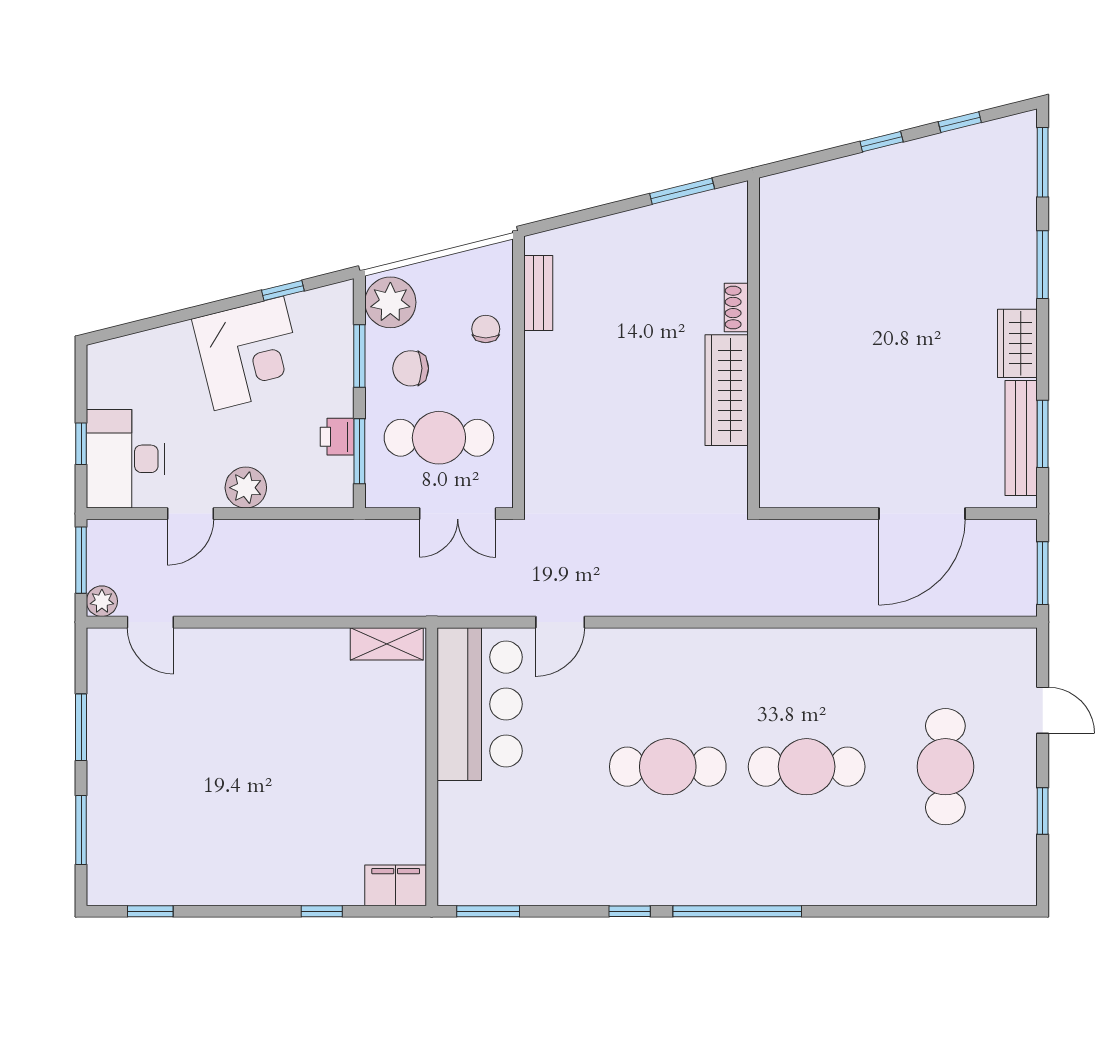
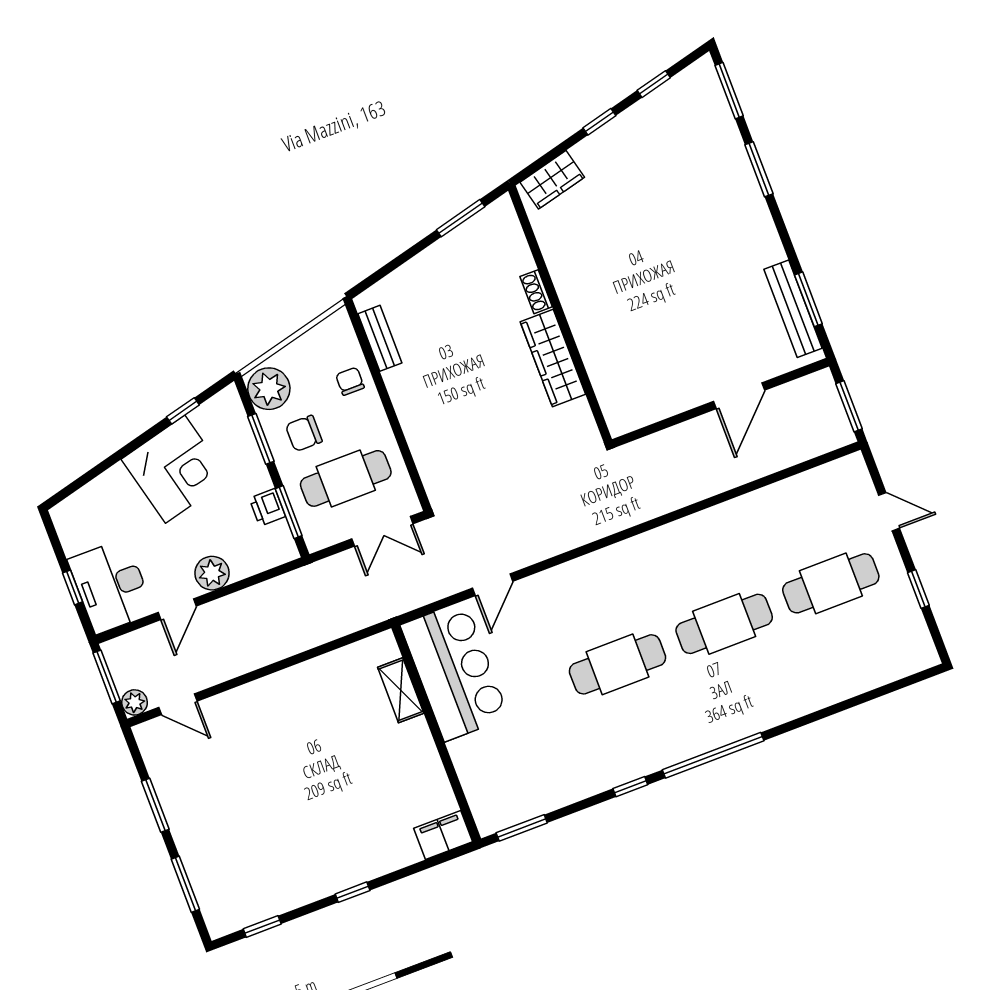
wardrobe: (1017, 343) -> (552, 180), moved, turned -104
door: (922, 514) -> (739, 396), width x0.73
shelving: (387, 644) -> (401, 690), moved, turned 90
cafe table: (945, 767) -> (831, 583), turned 90
window: (322, 911) -> (353, 892), moved

